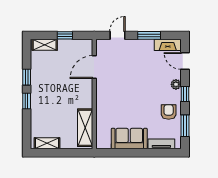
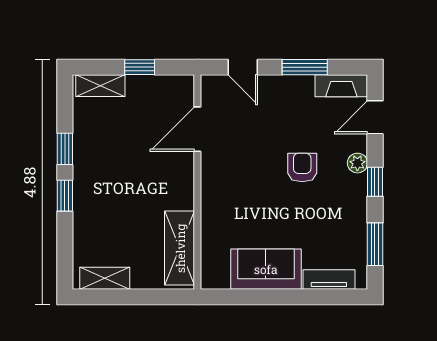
door: (117, 35) -> (243, 67), swing flipped
door: (185, 61) -> (375, 117), hinge flipped
armchair: (169, 112) -> (302, 167), moved

